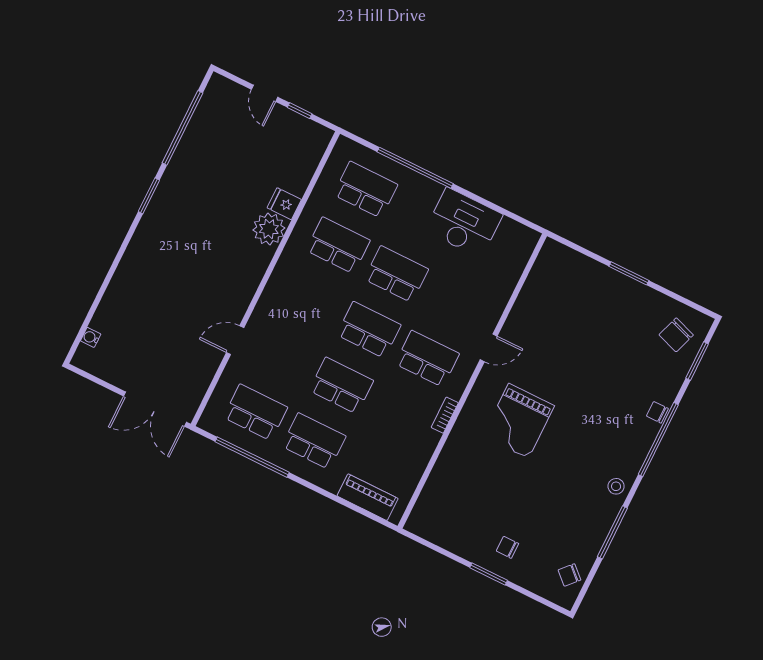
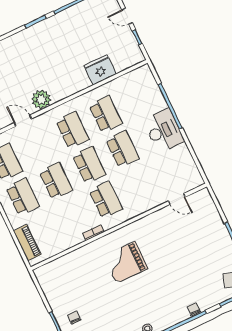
door: (265, 93) -> (127, 16), hinge flipped
school desk: (366, 190) -> (72, 130), moved
fridge: (284, 204) -> (100, 70), width x1.88, depth x1.34
desk: (464, 223) -> (164, 131), moved
plant: (269, 229) -> (41, 99), moved
door: (489, 348) -> (177, 199), moved

